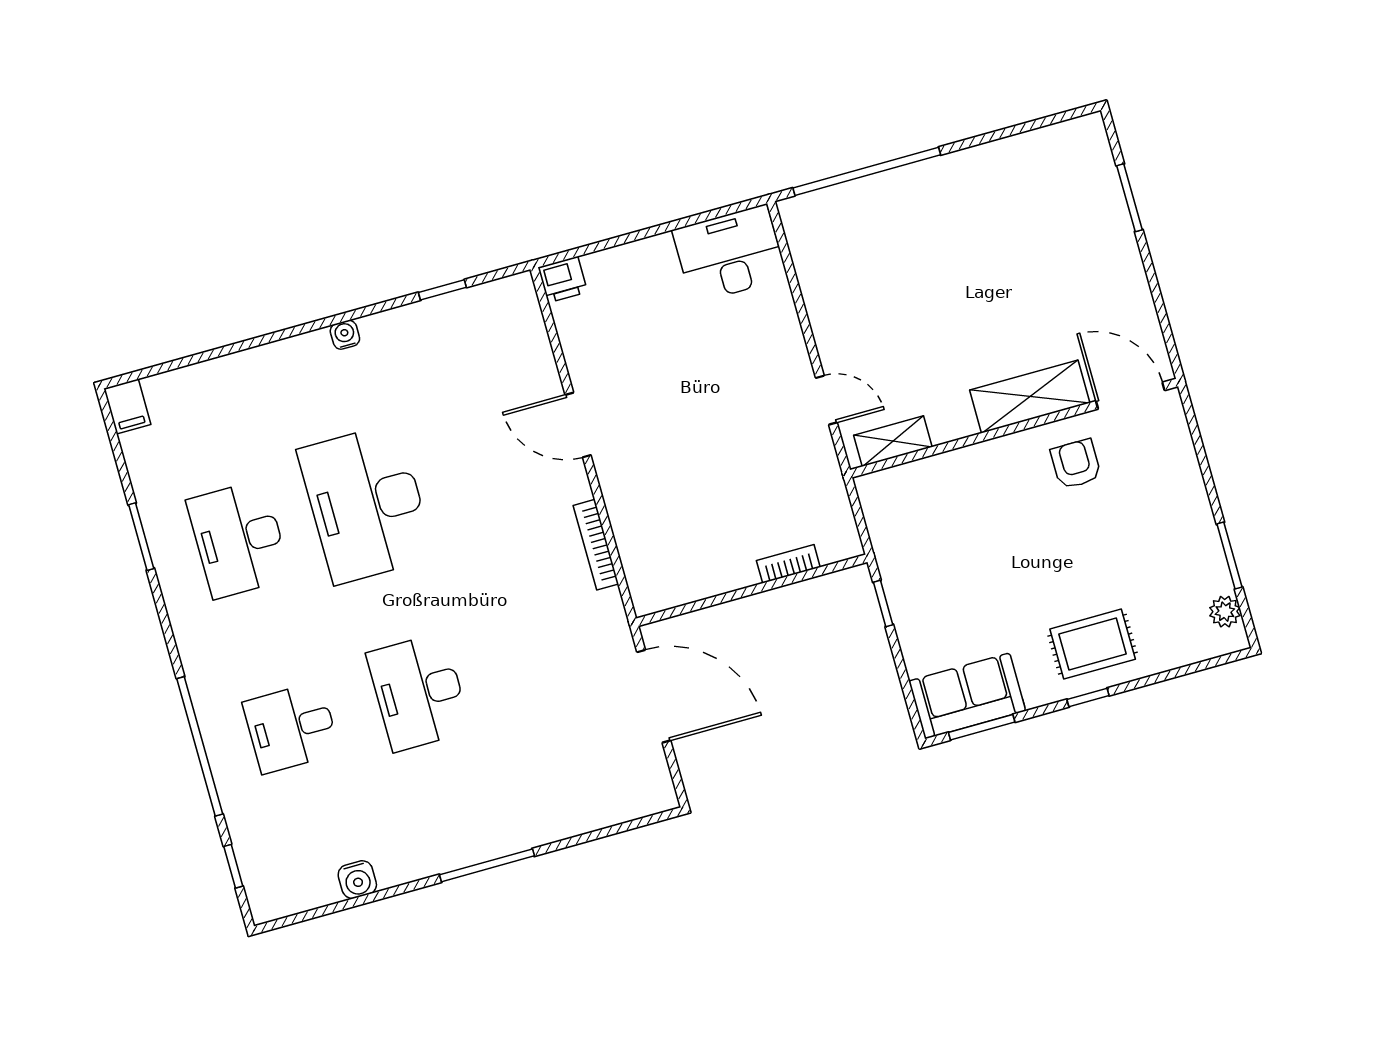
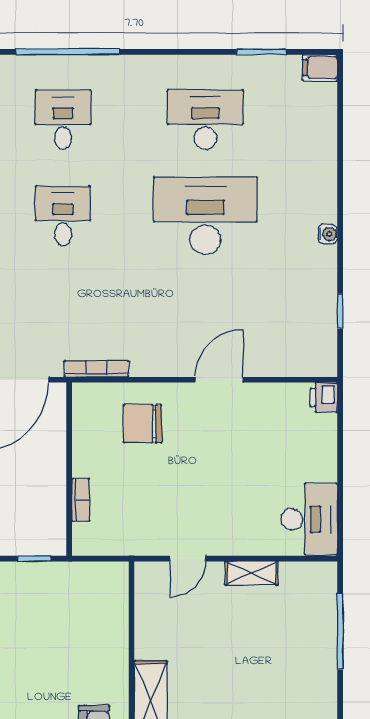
window: (867, 171) -> (340, 632), width x0.68
shelving: (893, 441) -> (251, 573), moved, turned 90
chair: (665, 510) -> (143, 424), added
window: (141, 537) -> (261, 52), moved
bookcase: (596, 545) -> (96, 369), moved
desk: (419, 692) -> (63, 216), width x0.73

